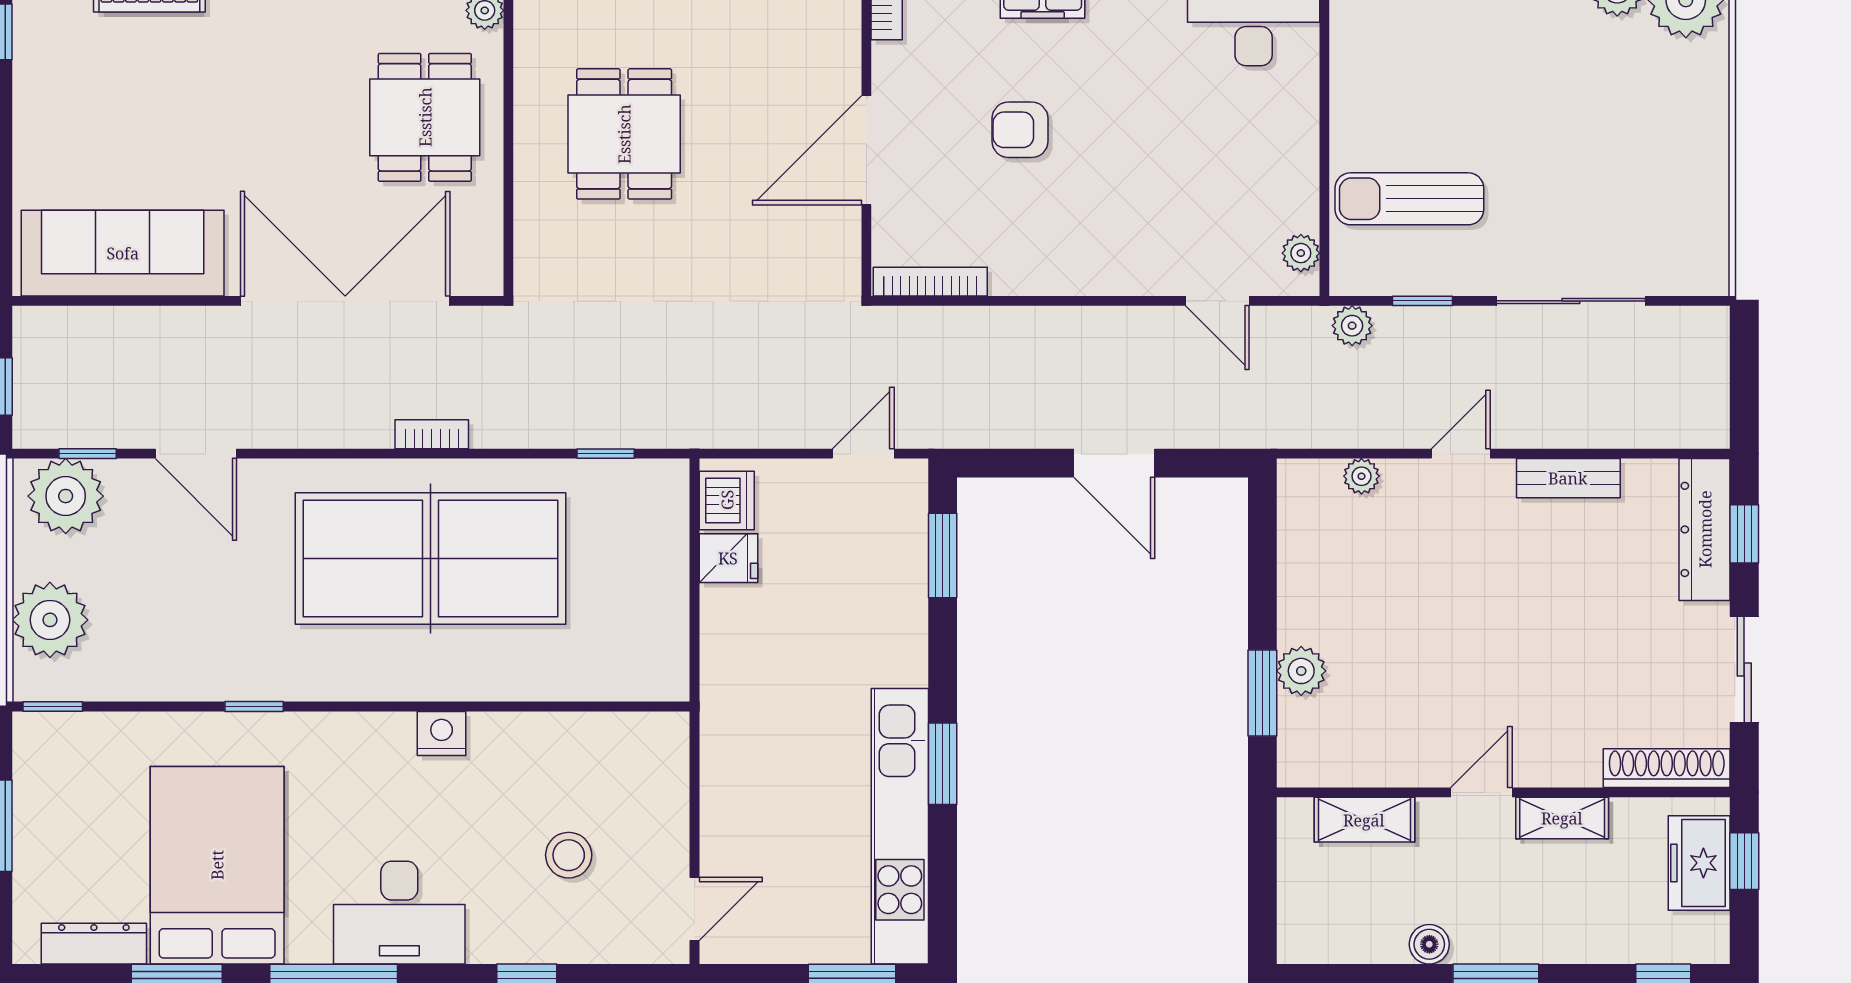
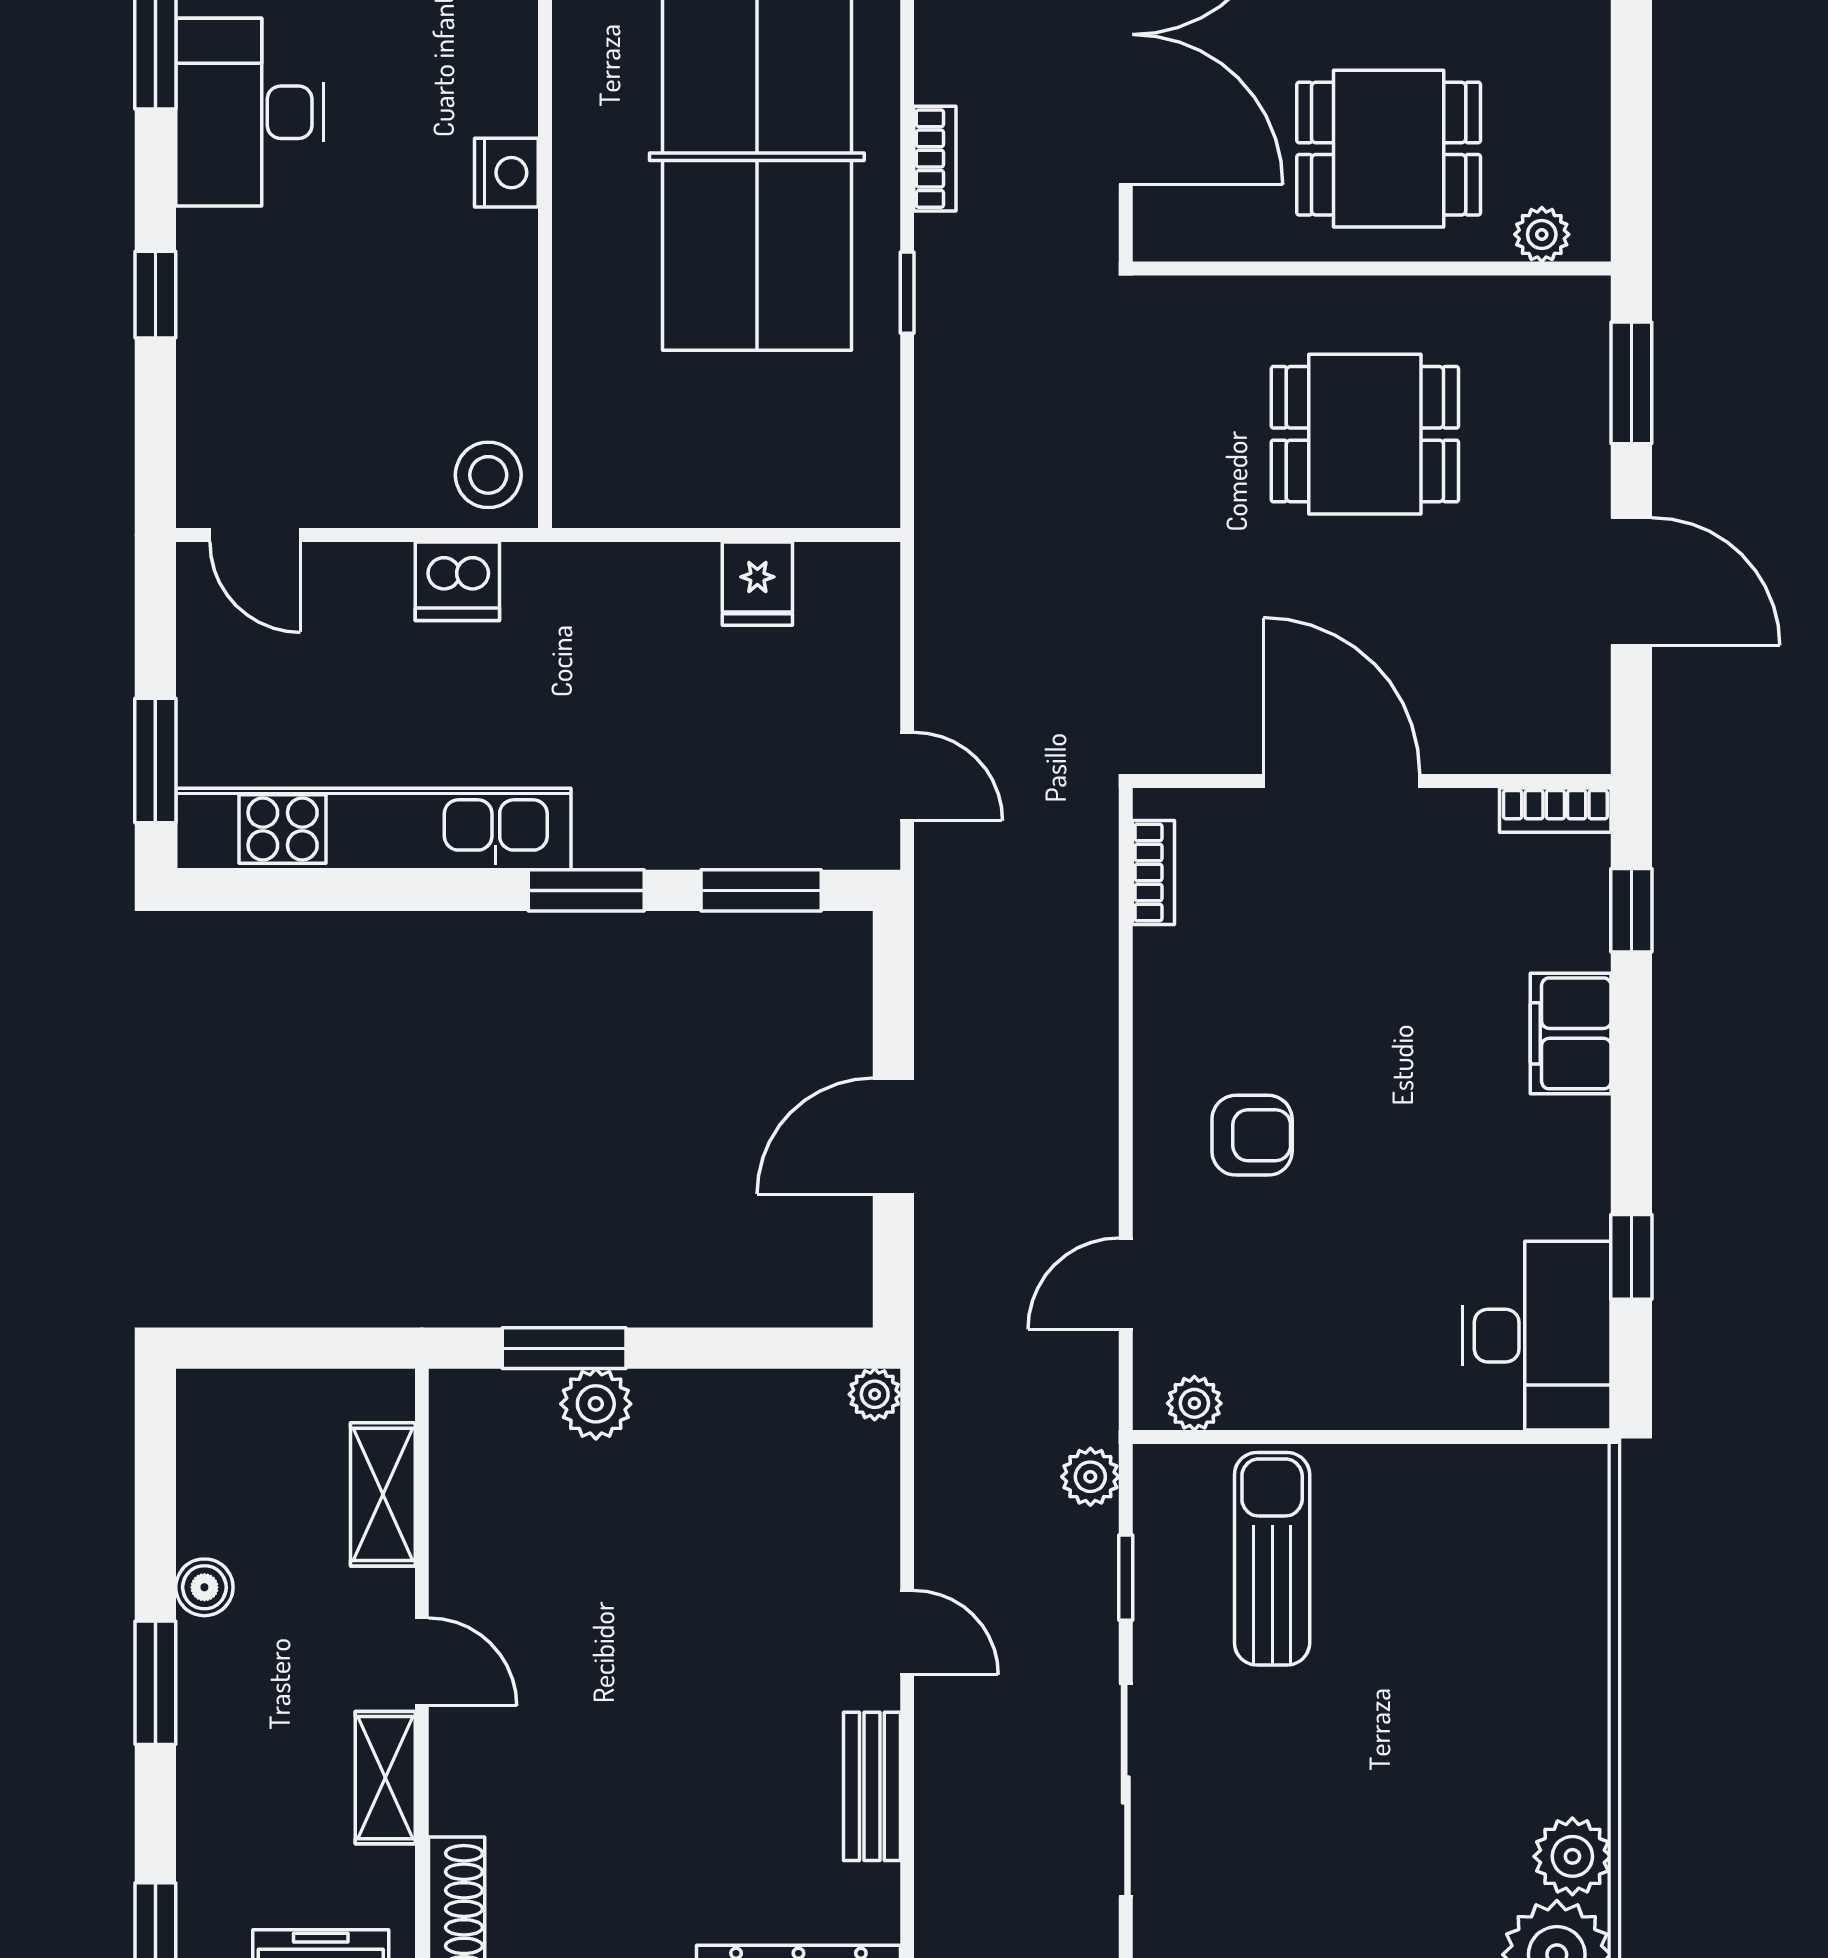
armchair: (1020, 130) -> (1252, 1135), moved, turned 90
bookcase: (930, 282) -> (1153, 872), width x0.64
window: (606, 454) -> (907, 293), moved
plant: (1361, 476) -> (875, 1394), moved
dishwasher: (727, 500) -> (457, 581), moved
window: (943, 764) -> (586, 890), moved
stool: (569, 855) -> (488, 475), moved

